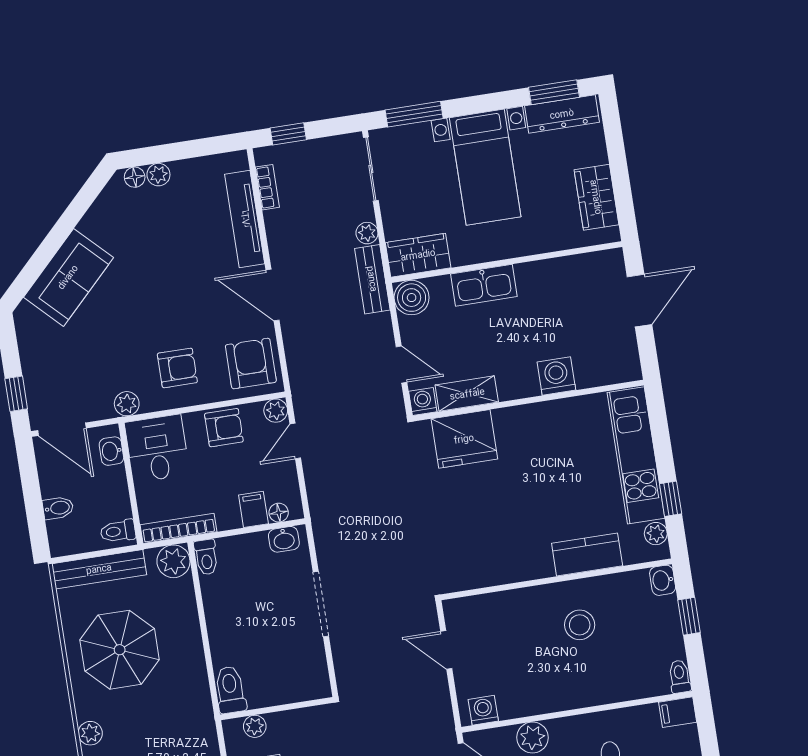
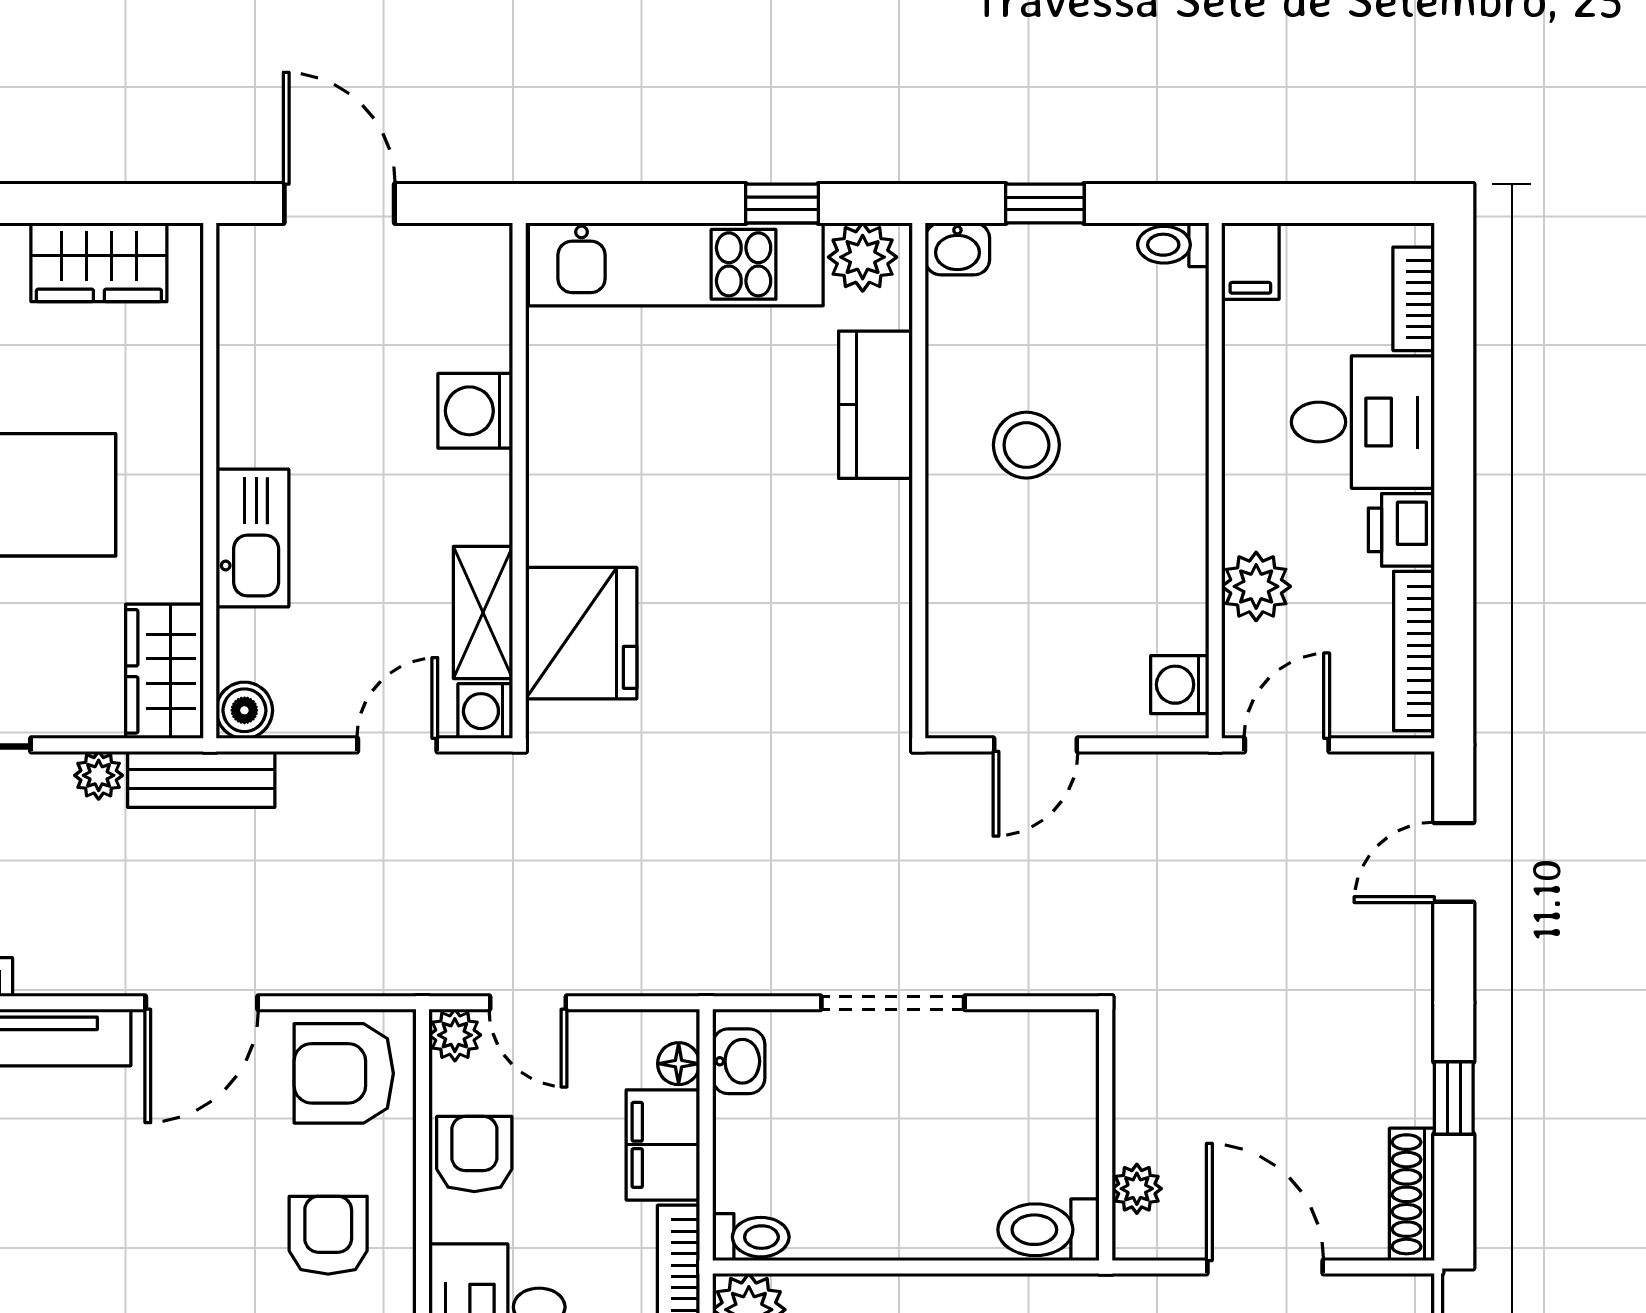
boiler: (412, 298) -> (244, 710), width x0.73, depth x0.73
filing cabinet: (253, 509) -> (663, 1145), width x2.00
plant: (656, 534) -> (863, 257), width x1.38, depth x1.38

